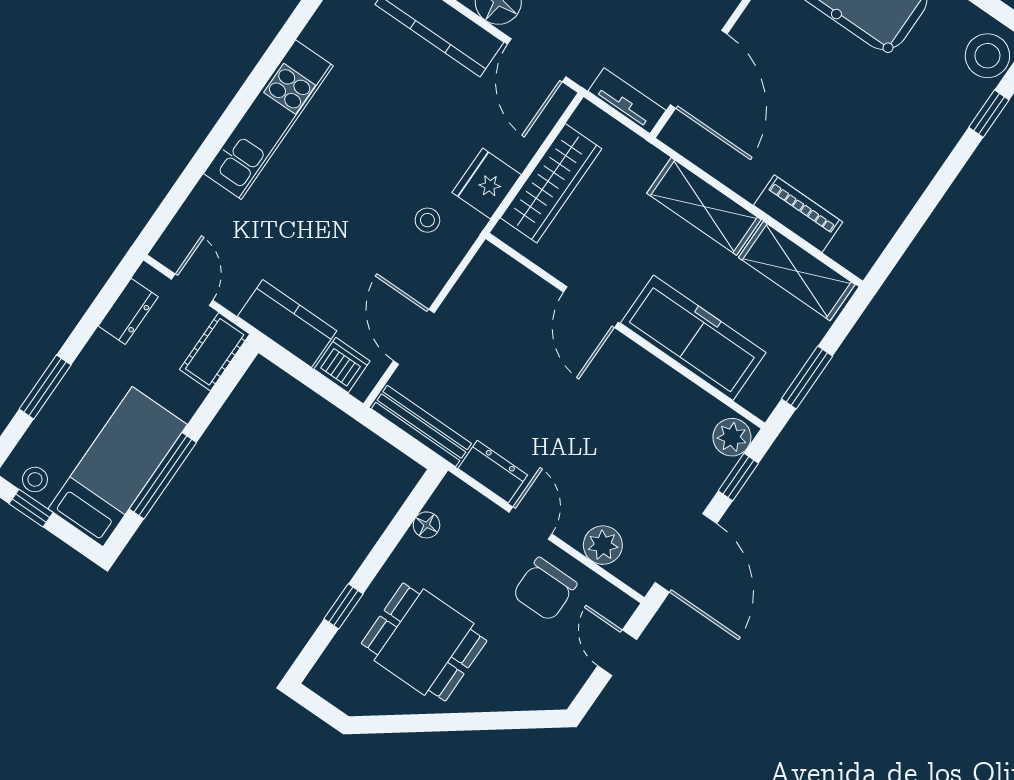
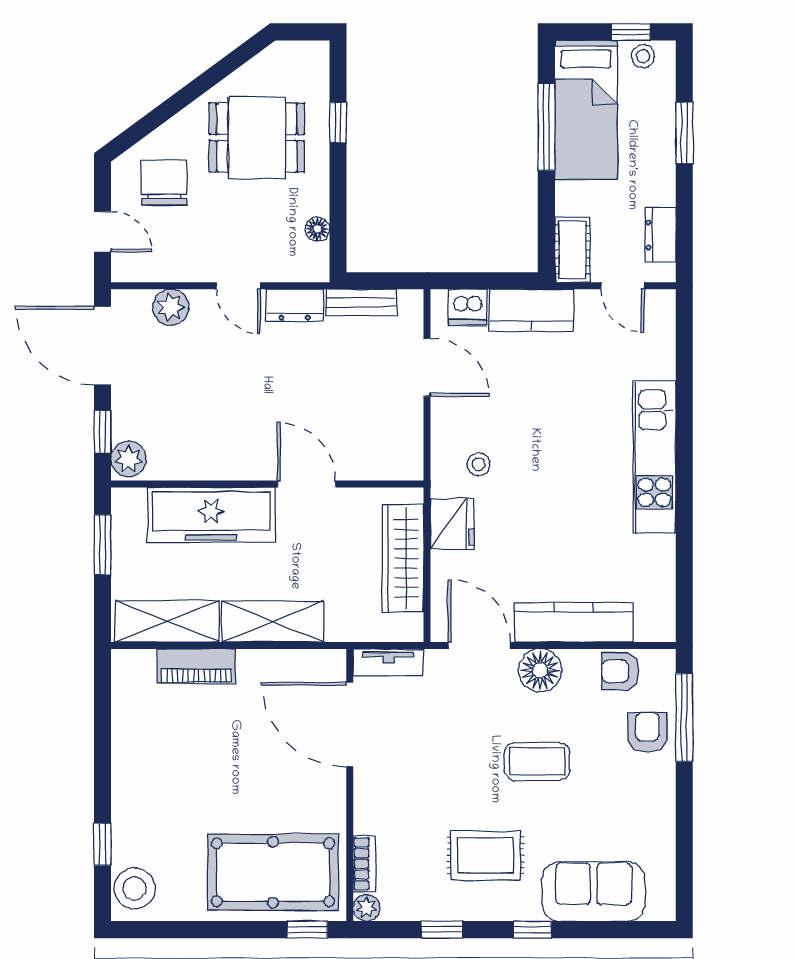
bench: (421, 426) -> (361, 302), width x0.73
chair: (545, 589) -> (164, 183), moved

